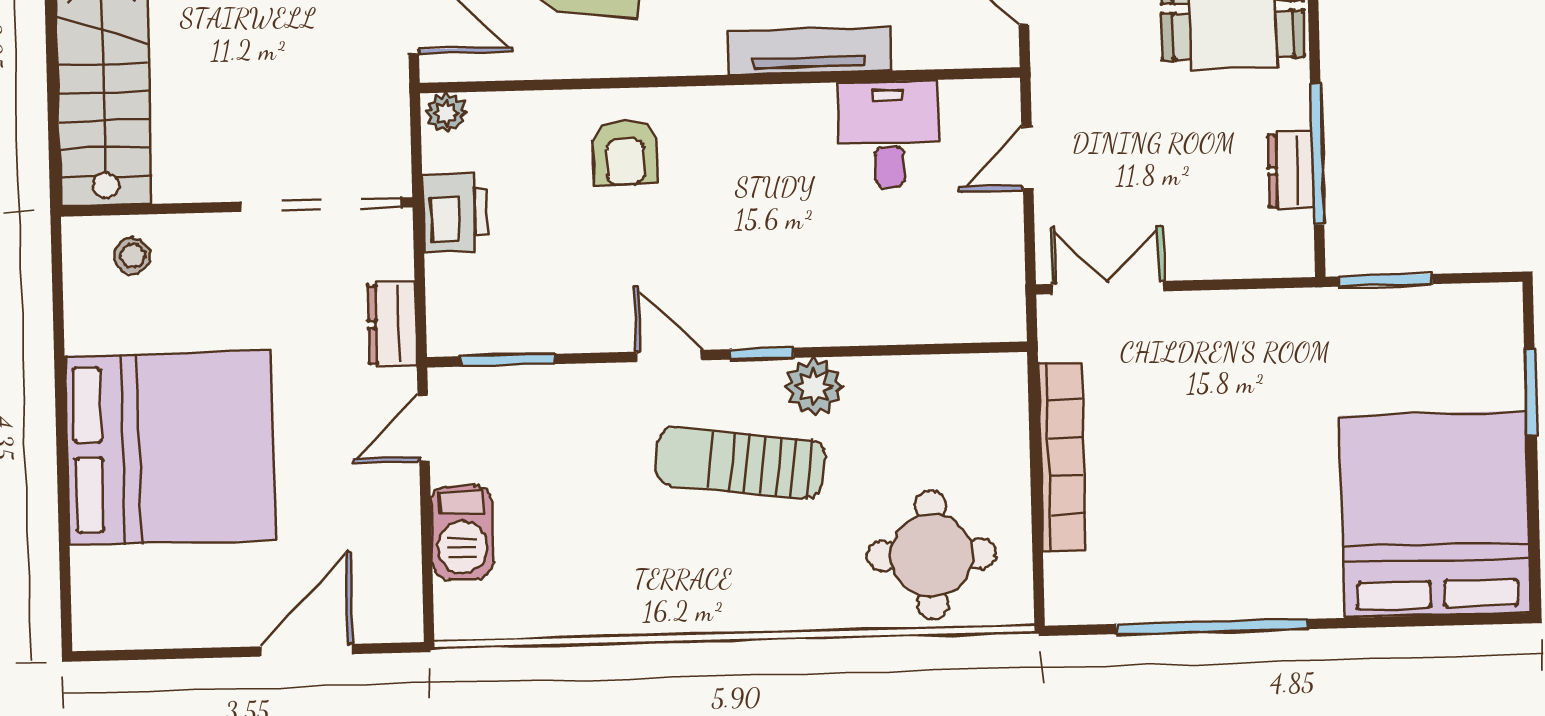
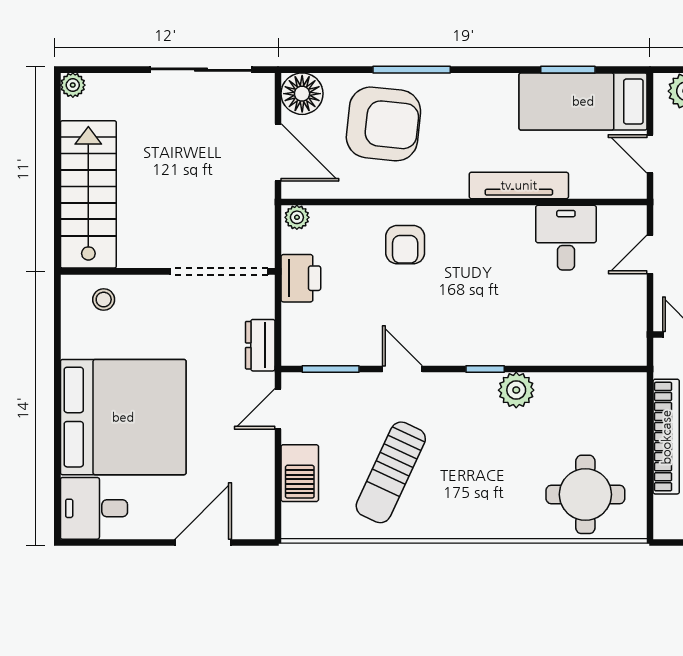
door: (669, 356) -> (402, 369), moved
sun lounger: (740, 463) -> (391, 472), moved, turned -72
desk: (126, 599) -> (94, 508), added

